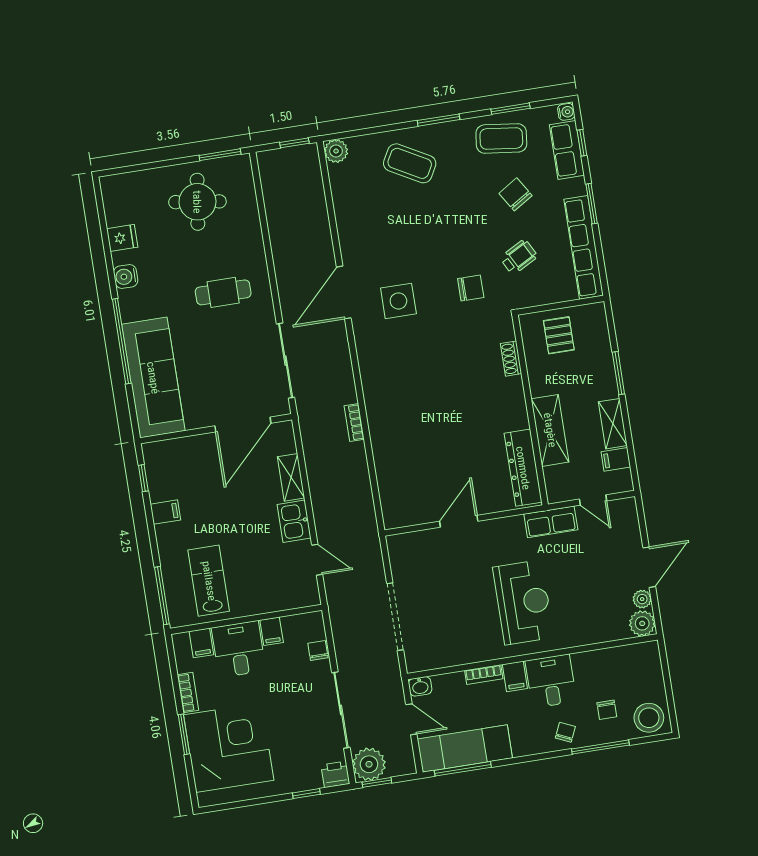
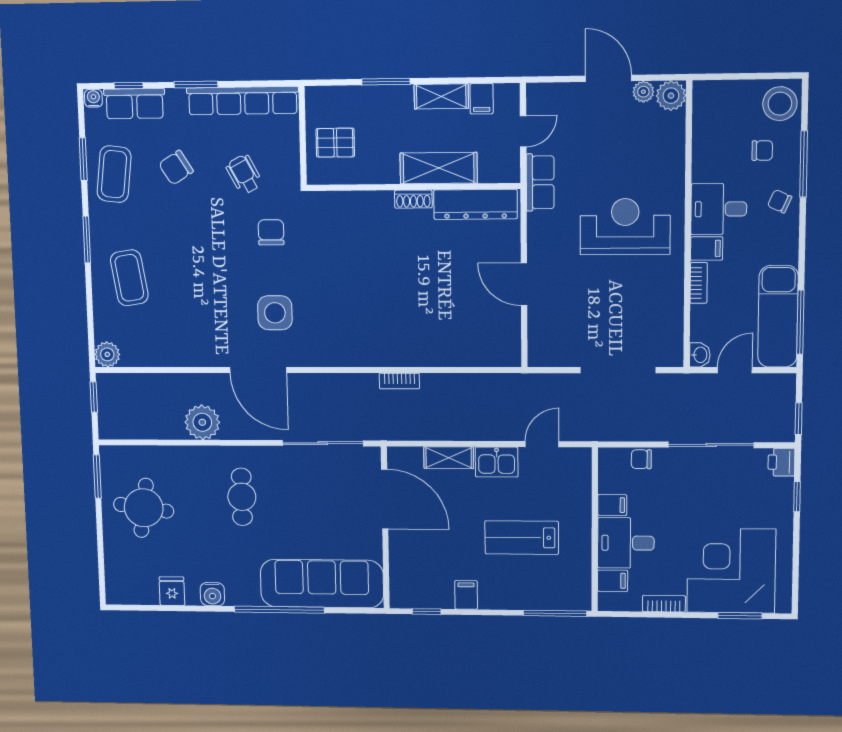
coffee table: (410, 163) -> (129, 278), turned -38
shoe rack: (511, 359) -> (413, 199), moved
lab bench: (209, 581) -> (522, 538), moved
window: (184, 734) -> (740, 616), moved
plant: (369, 764) -> (202, 422), moved

